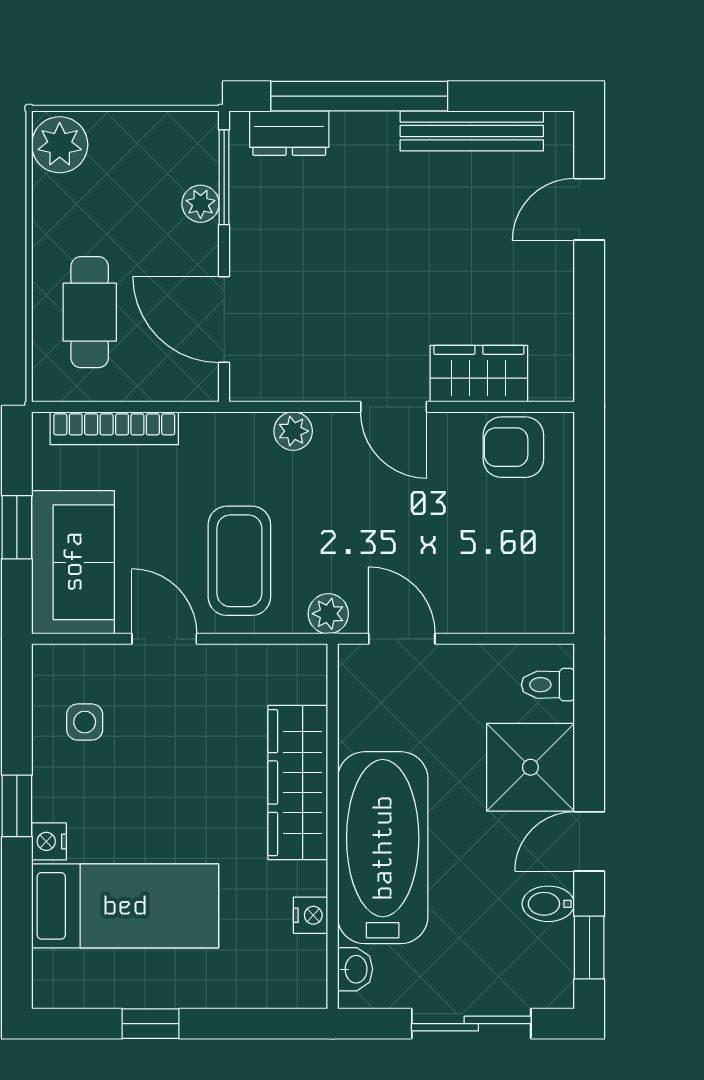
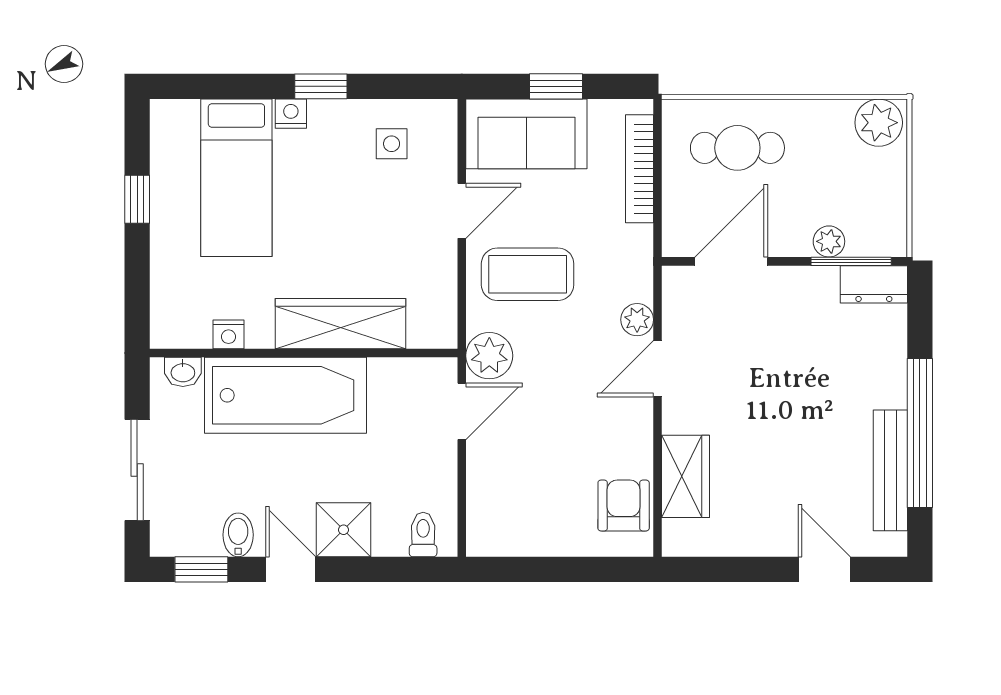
window: (359, 96) -> (920, 433), moved
dresser: (289, 133) -> (874, 284), moved, turned -90
door: (394, 407) -> (657, 369), moved
plant: (328, 614) -> (489, 356), width x1.38, depth x1.38
shower: (530, 767) -> (344, 530), width x0.73, depth x0.73

